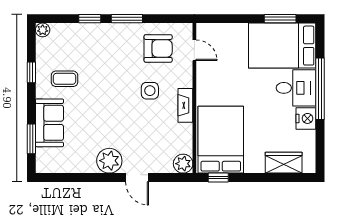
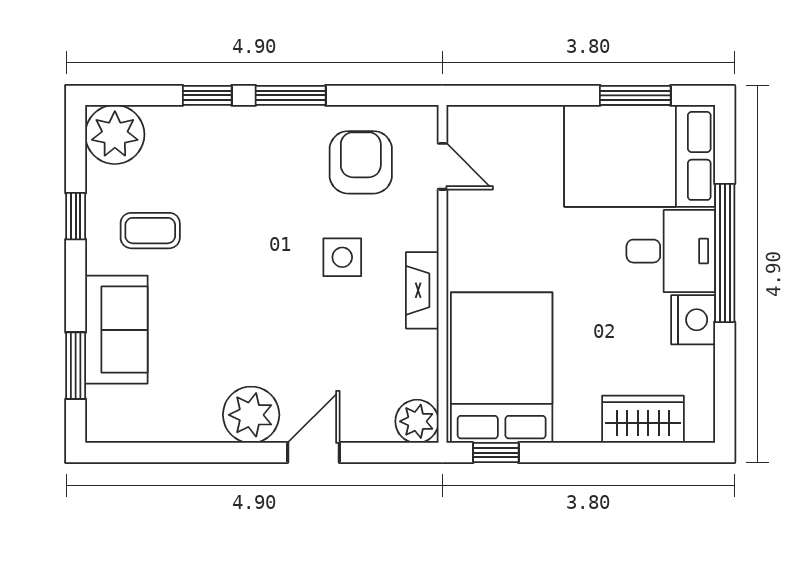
plant: (43, 30) -> (115, 135), width x1.88, depth x1.88
armchair: (158, 48) -> (361, 162), turned -90
door: (137, 178) -> (313, 453), swing flipped

